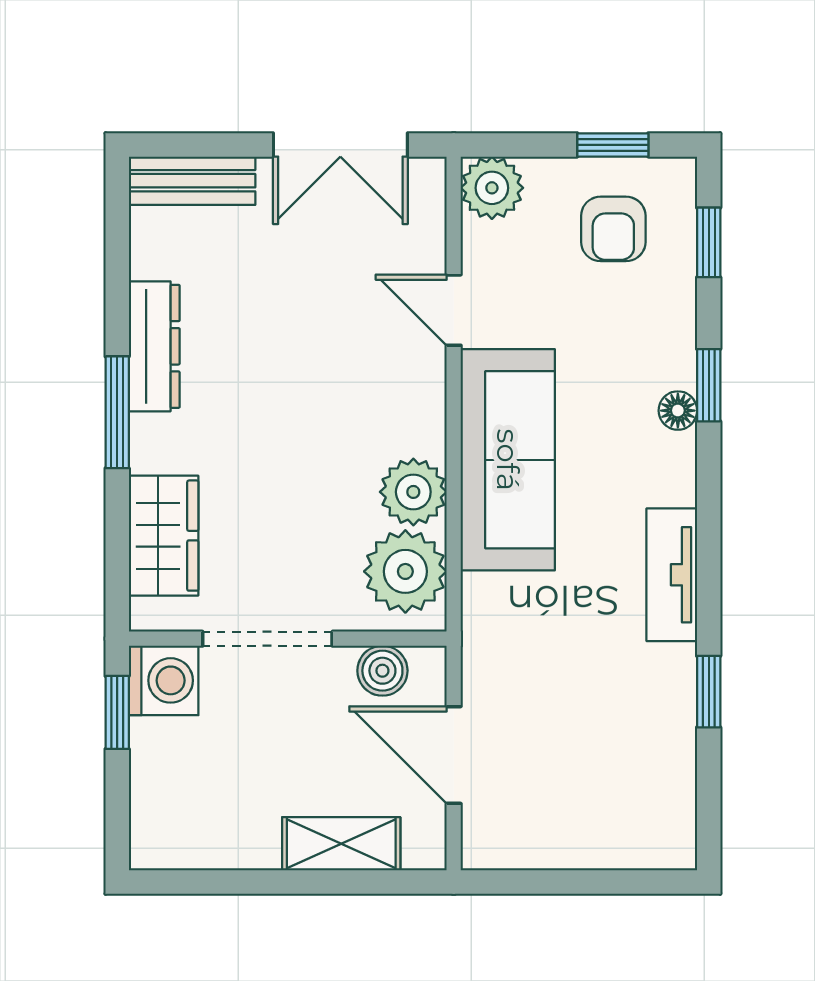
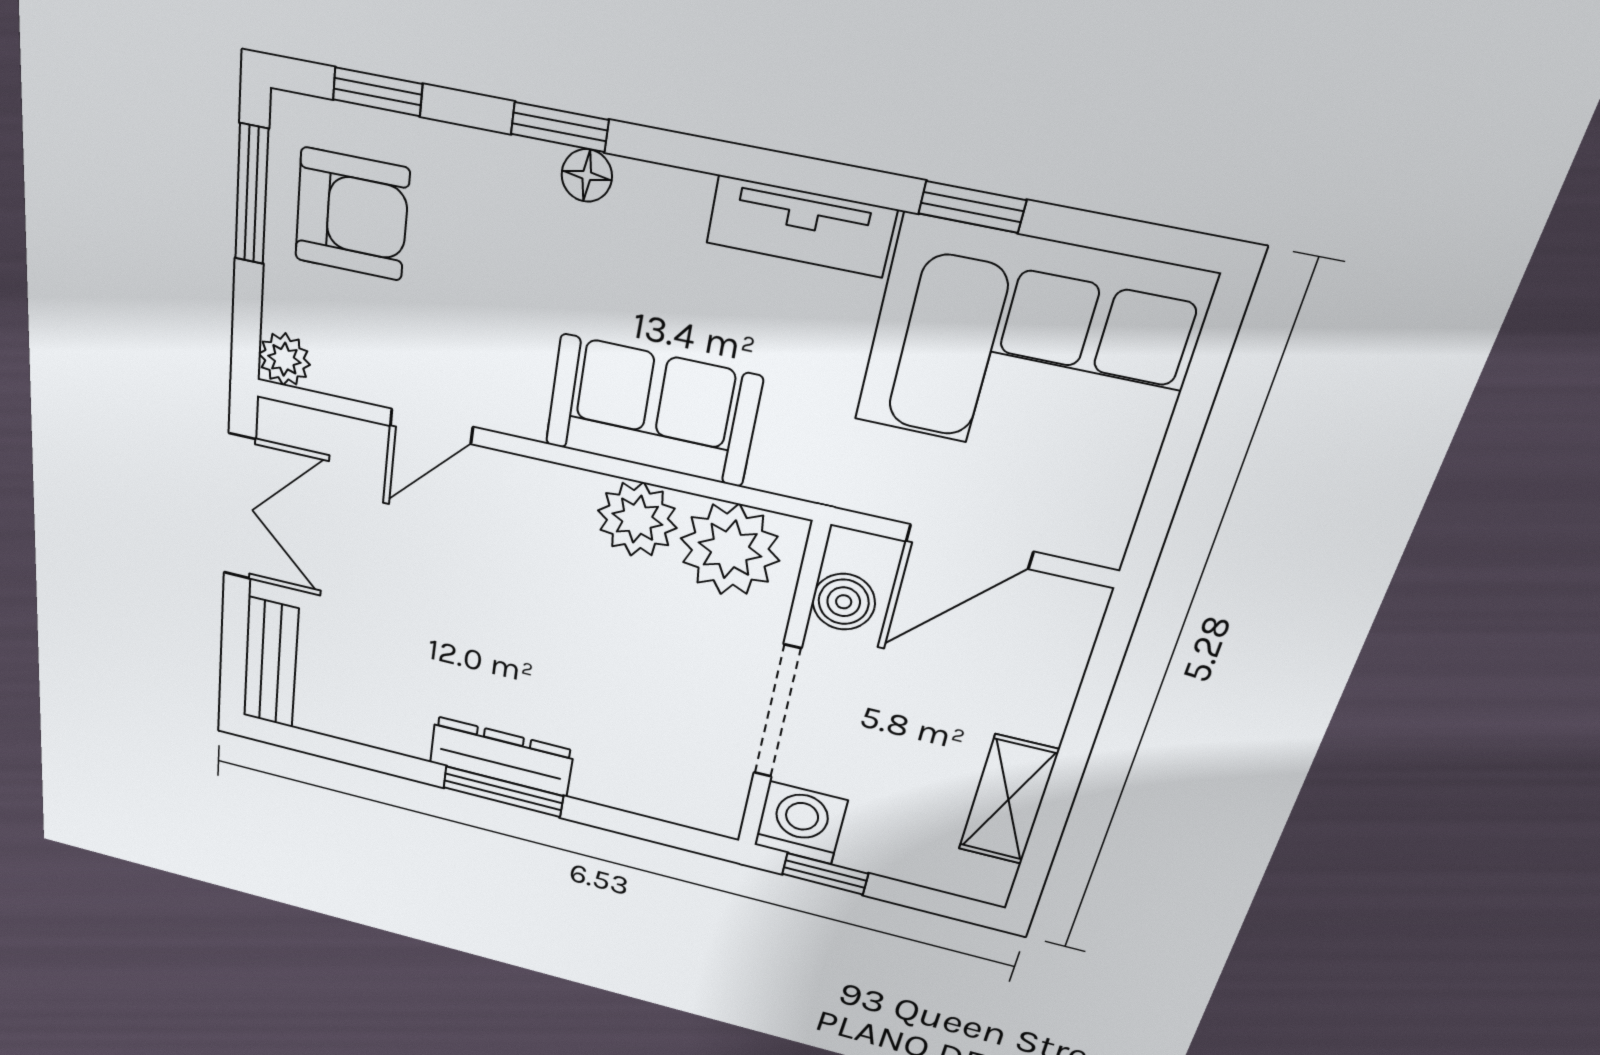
window: (613, 145) -> (252, 194), width x1.50
plant: (492, 188) -> (284, 359), width x0.73, depth x0.73
armchair: (613, 229) -> (352, 214), width x1.38, depth x1.38
dresser: (154, 346) -> (501, 756), moved
sofa: (508, 460) -> (652, 411), width x0.73
wardrobe: (164, 536) -> (641, 783), removed
corner sofa: (617, 758) -> (1030, 349), added
shelving: (341, 844) -> (1008, 800), moved

